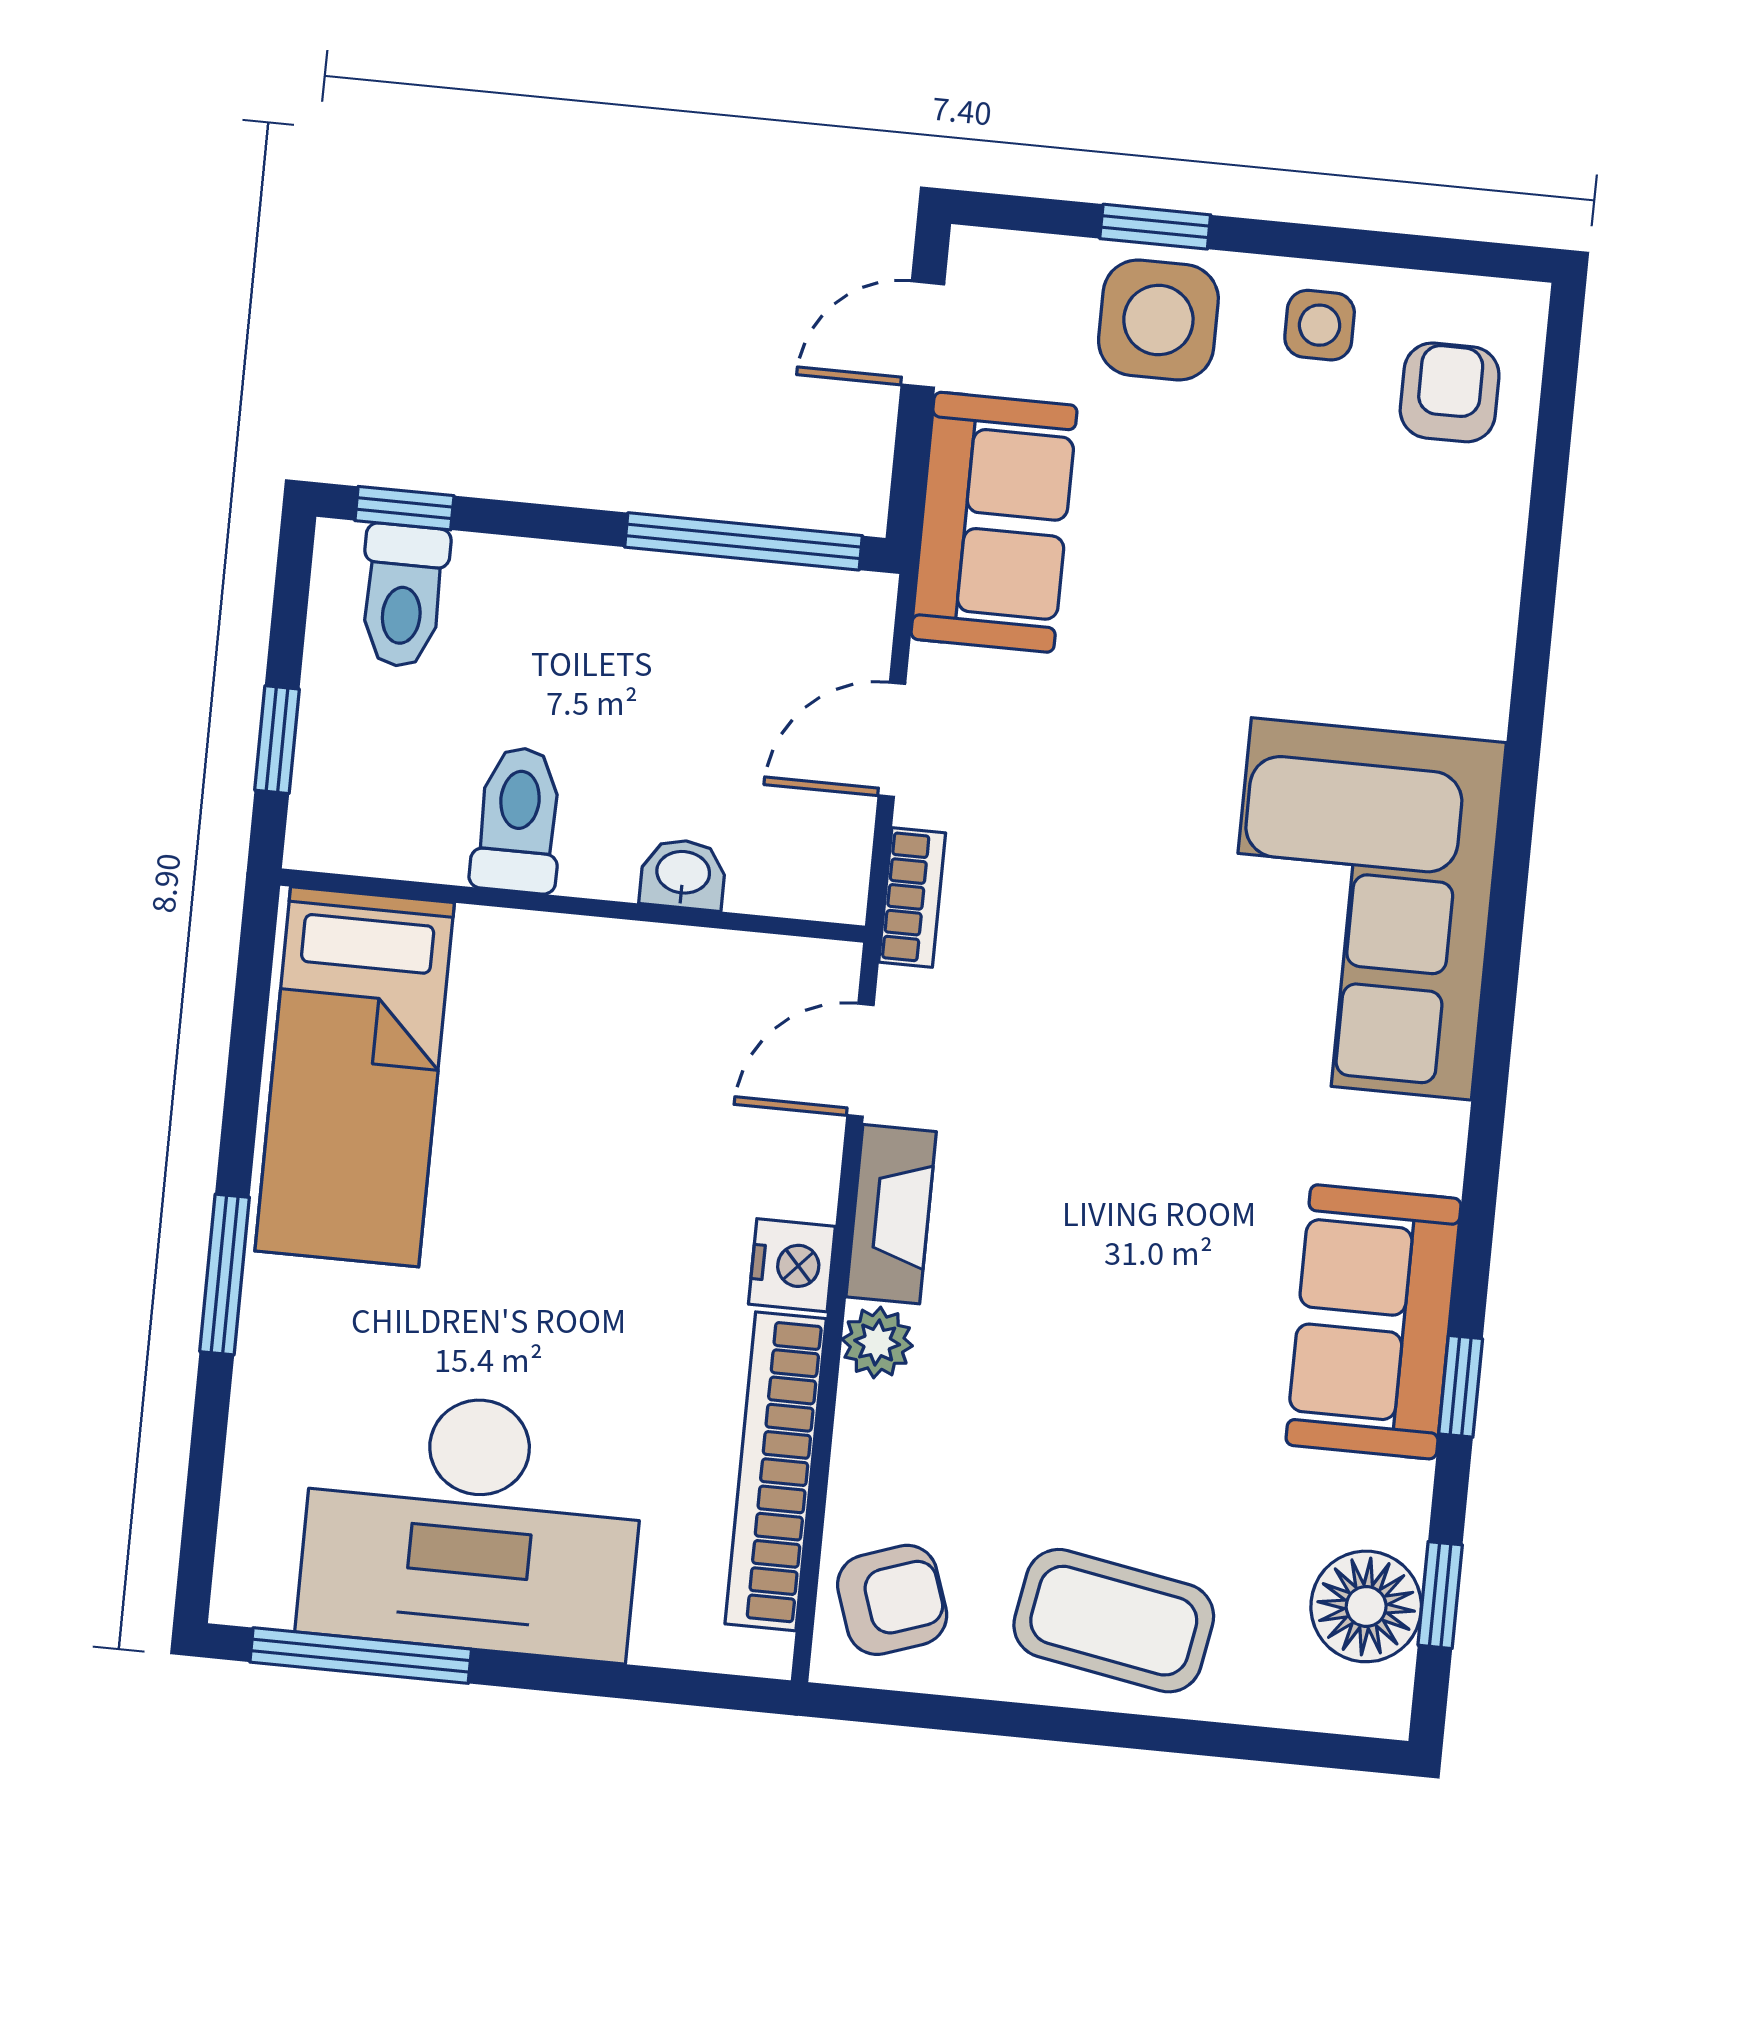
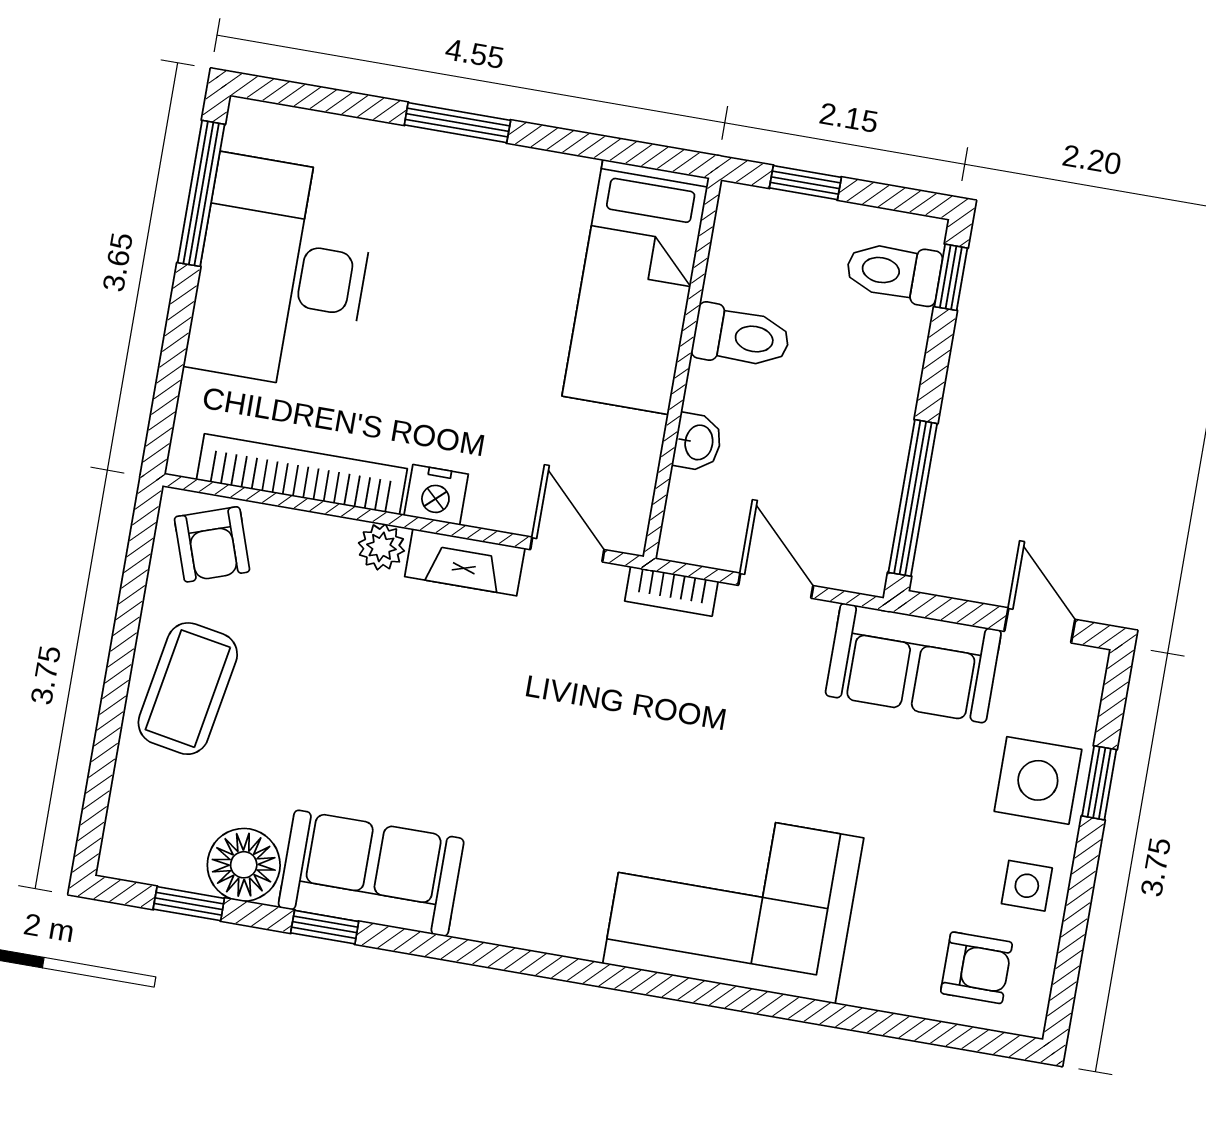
corner sofa: (1361, 909) -> (733, 901), moved
bed: (355, 1077) -> (636, 287), moved, turned -90
floor lamp: (1366, 1606) -> (244, 865), moved

